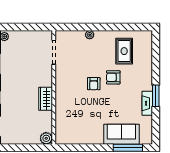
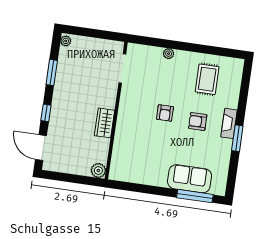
armchair: (113, 77) -> (198, 122), moved
fireplace: (147, 103) -> (229, 123), moved

